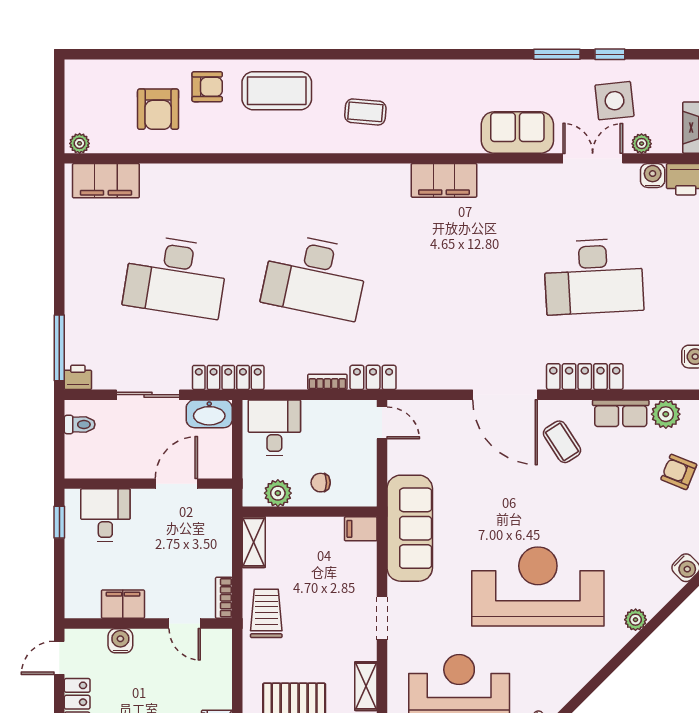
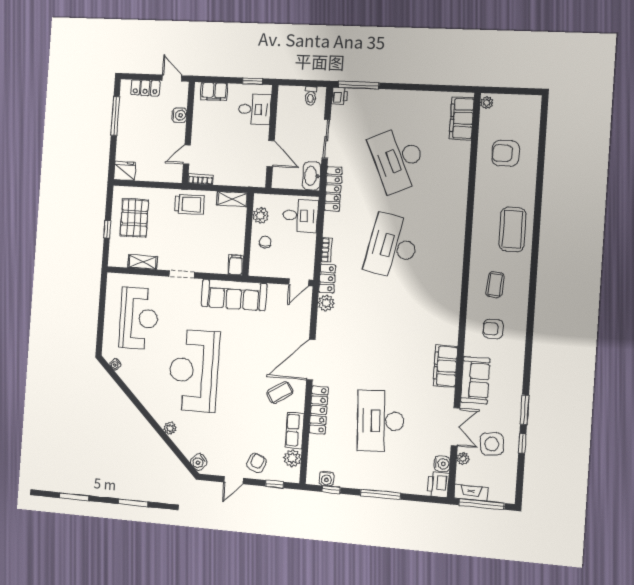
armchair: (207, 87) -> (493, 329), moved, turned 90
filing cabinet: (444, 180) -> (445, 366), moved
desk: (176, 277) -> (398, 159), turned -33
plant: (413, 376) -> (326, 303), added
reception desk: (538, 586) -> (194, 371), turned 180
filing cabinet: (123, 604) -> (214, 91), moved, turned 90

